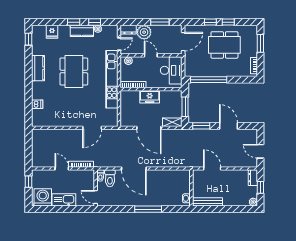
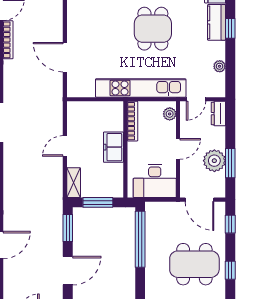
window: (95, 22) -> (230, 61), removed
window: (210, 22) -> (230, 224), moved
kitchen counter: (82, 31) -> (216, 22), moved
plant: (144, 32) -> (214, 161), moved
door: (119, 44) -> (196, 99), hinge flipped
dining table: (224, 45) -> (194, 264), turned 90
dining table: (74, 71) -> (153, 29), width x0.73
door: (149, 128) -> (65, 146), width x0.53

